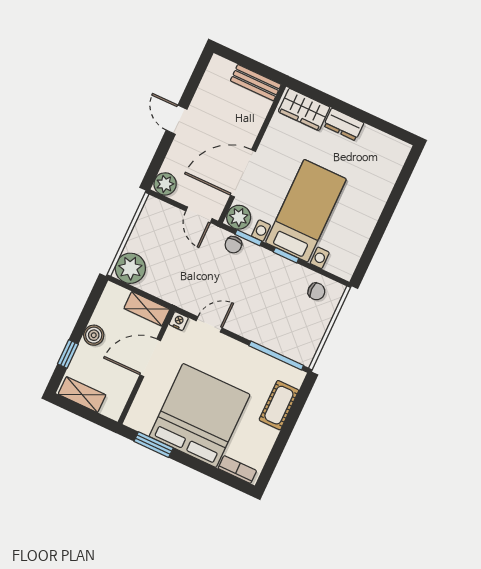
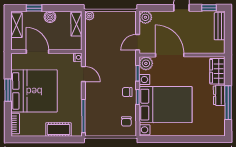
window: (197, 76) -> (209, 8), added
bench: (256, 83) -> (220, 26), moved
window: (362, 116) -> (228, 103), added
bed with nightstands: (306, 211) -> (166, 105), width x1.36
chair: (233, 245) -> (127, 92), moved
plant: (130, 268) -> (89, 16), width x0.53, depth x0.53
shelving: (147, 309) -> (76, 24), moved
door: (150, 358) -> (37, 52), moved
window: (154, 445) -> (8, 90), moved

